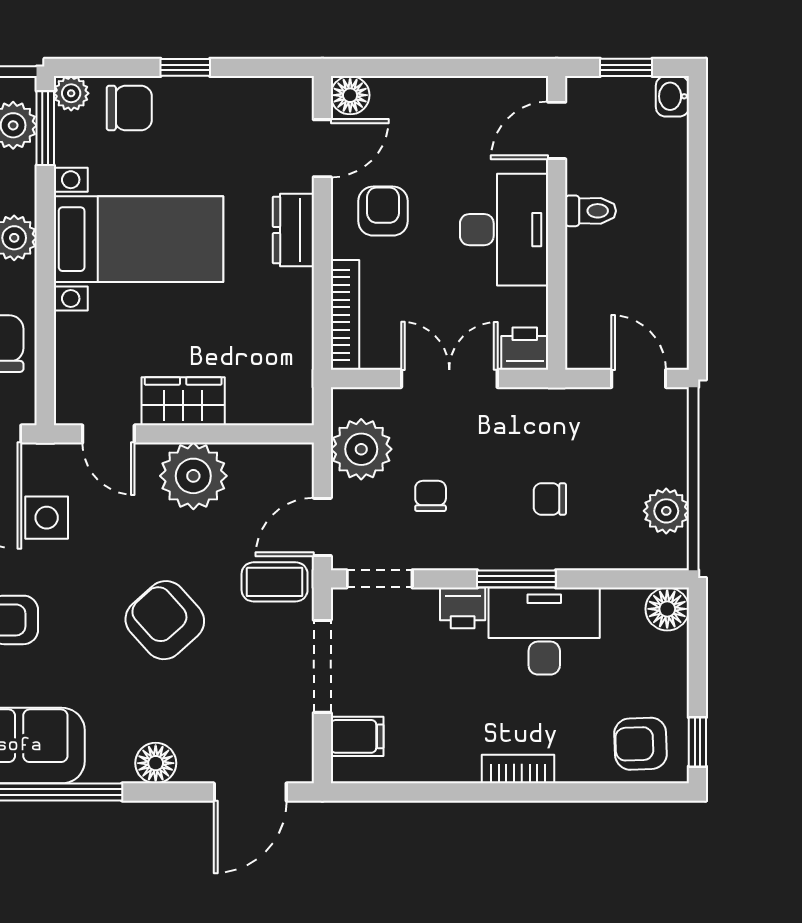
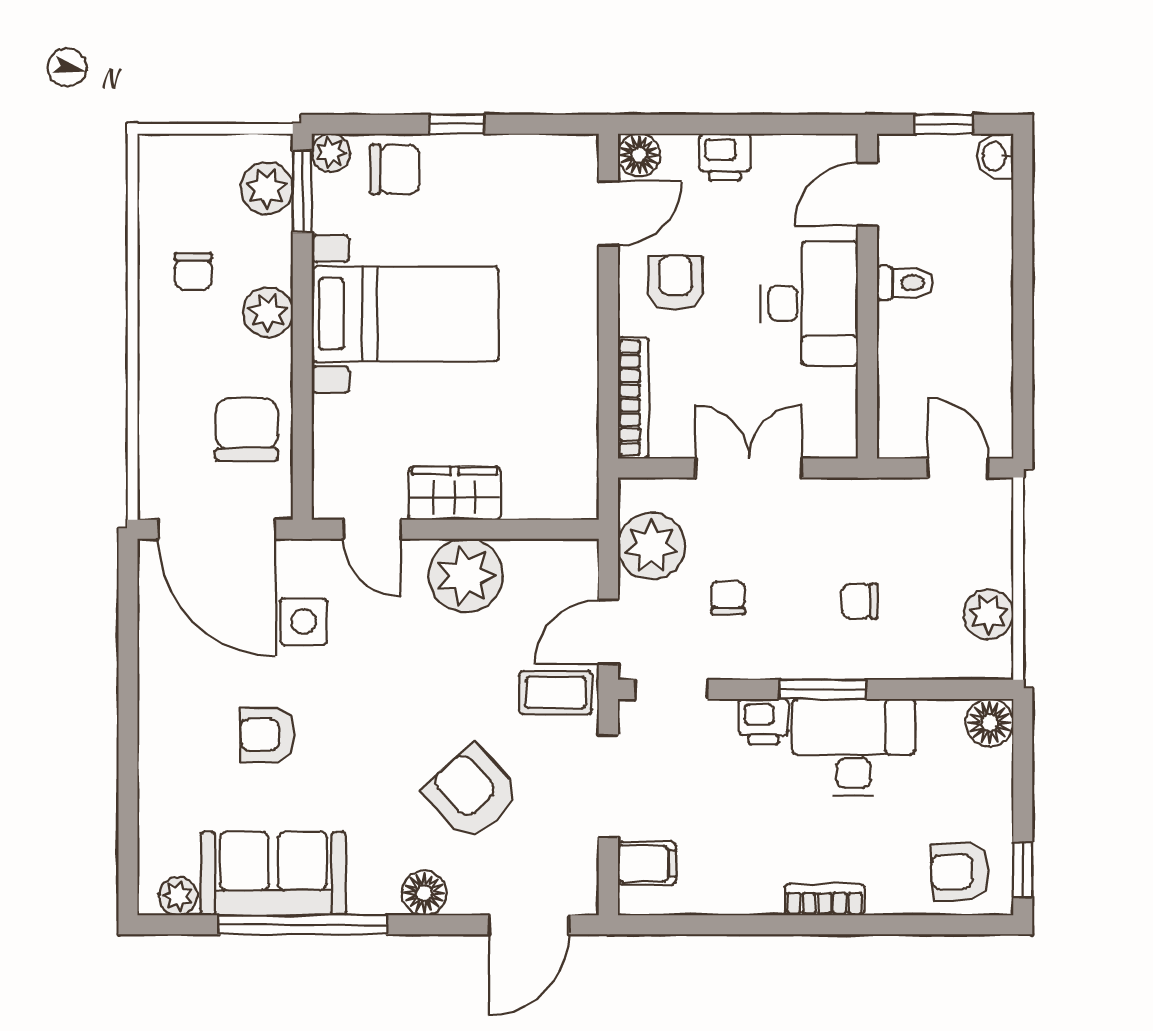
dresser: (293, 230) -> (576, 304), removed
printer: (525, 349) -> (725, 157), moved, turned 180
armchair: (165, 620) -> (472, 793), moved

